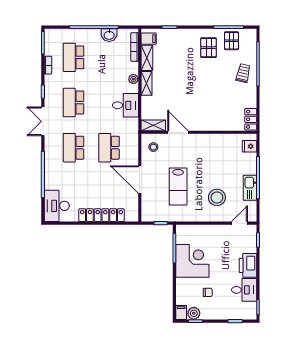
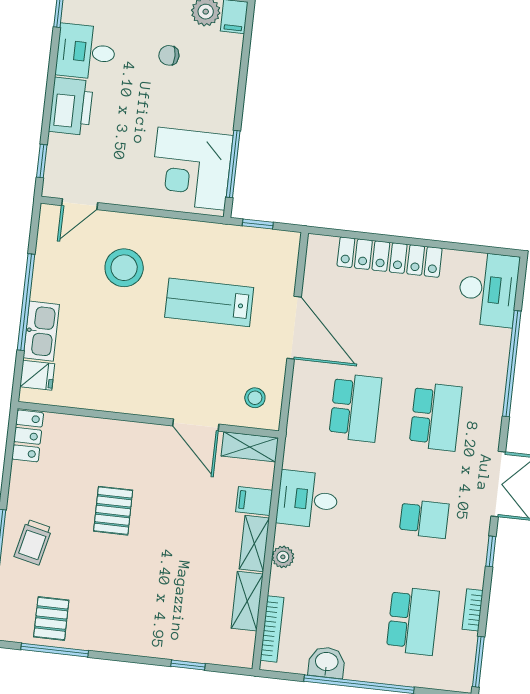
filing cabinet: (149, 39) -> (254, 501), moved
pallet: (209, 48) -> (113, 511), moved
school desk: (74, 103) -> (424, 519), width x0.54
lab bench: (178, 186) -> (209, 302), turned -90
kitchen sink: (250, 188) -> (41, 331), moved
corner desk: (192, 261) -> (191, 169), moved

